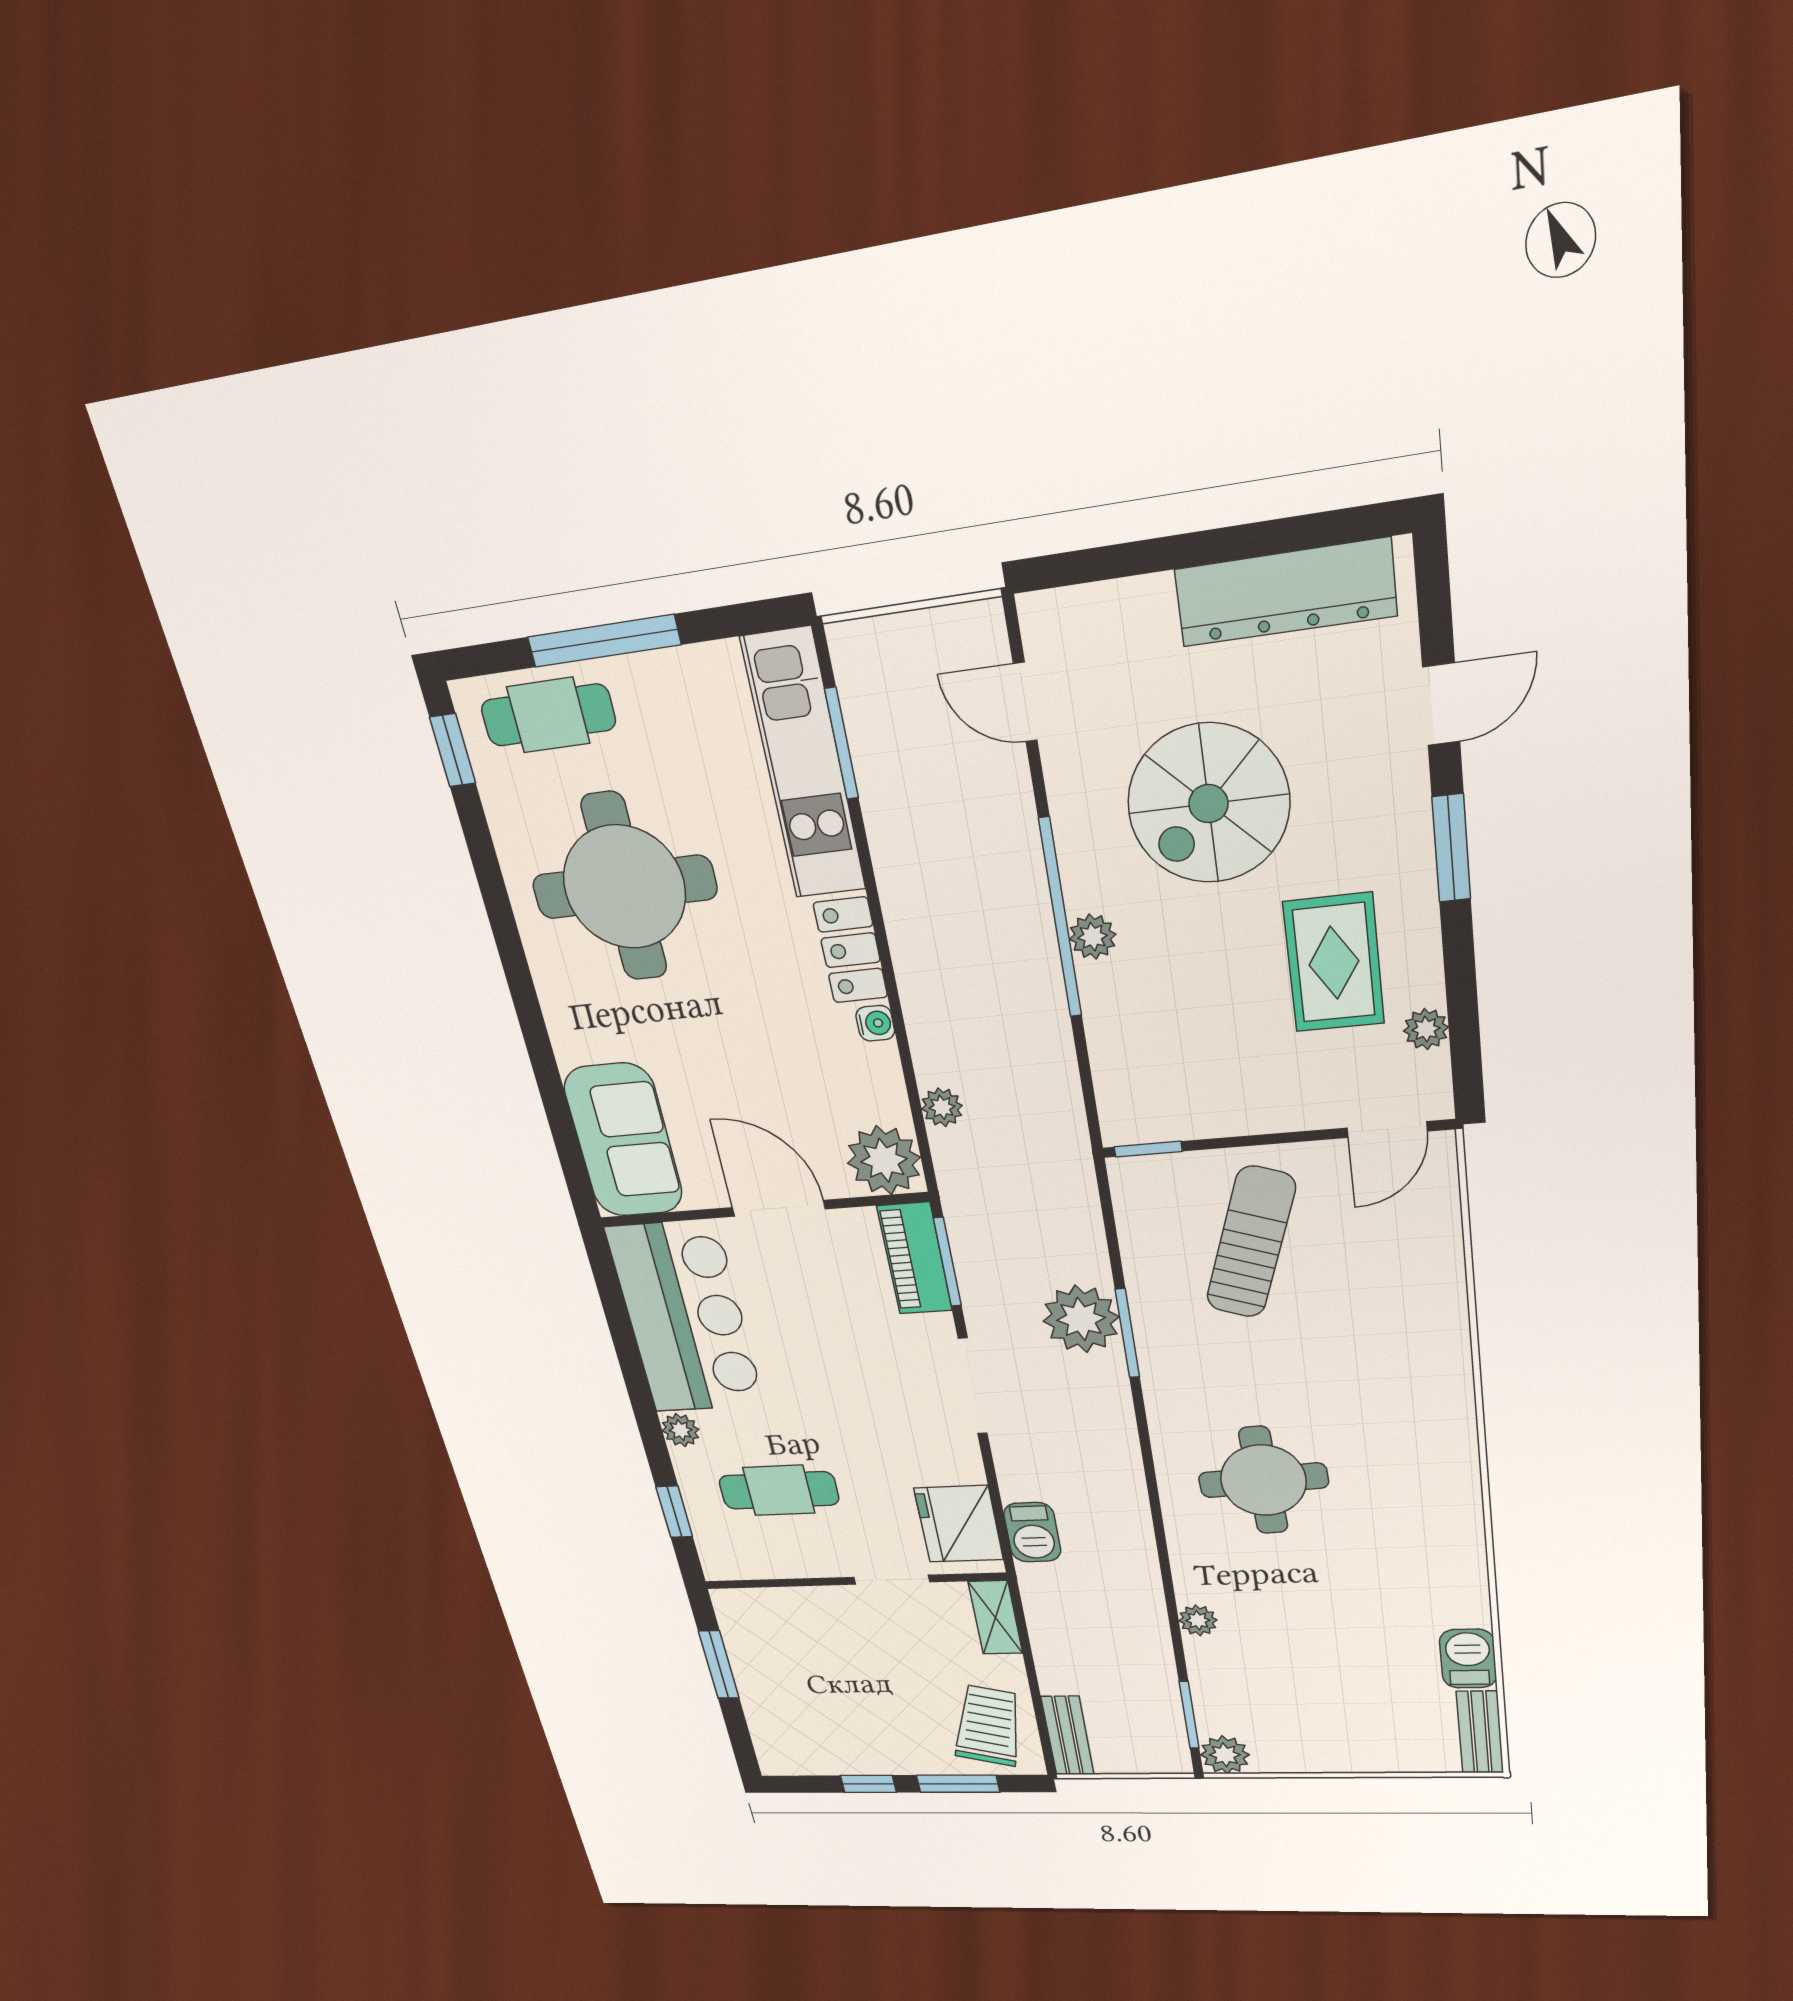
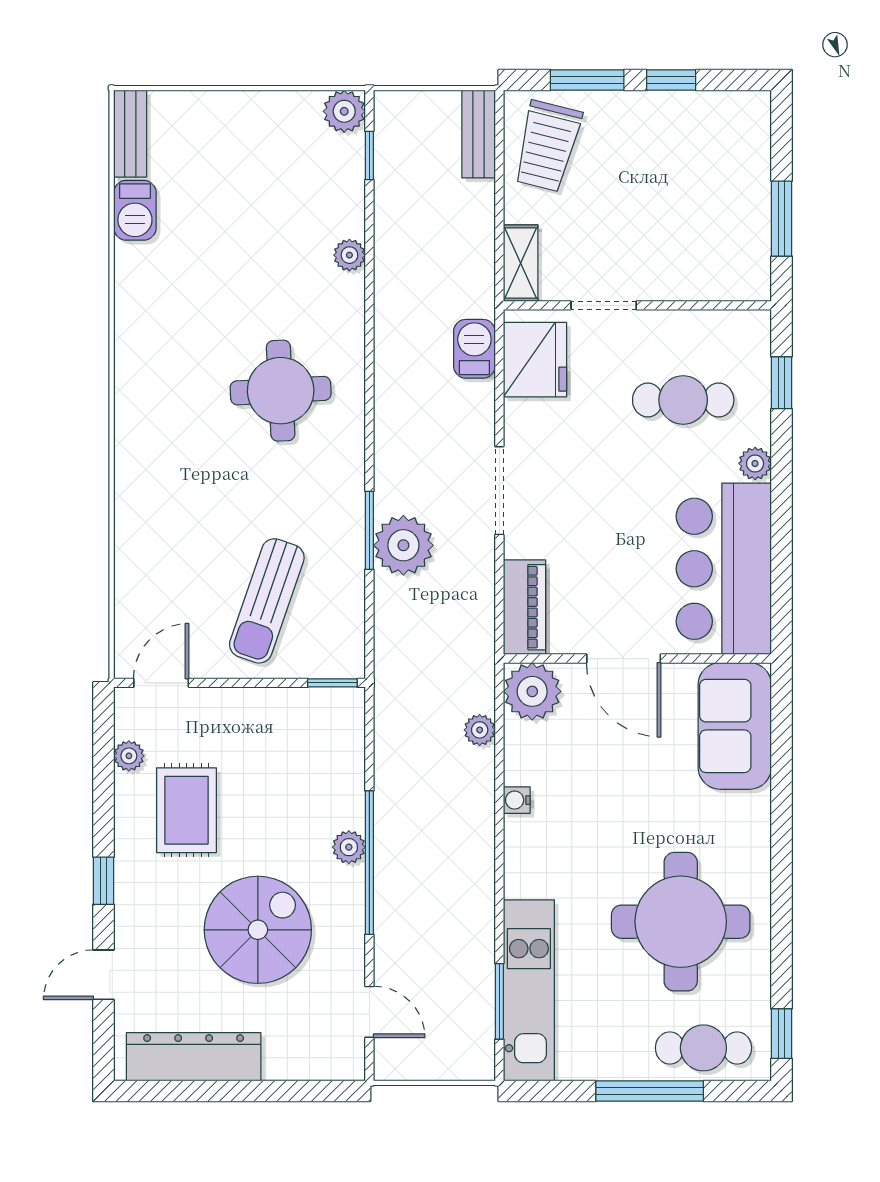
window: (1451, 848) -> (103, 881), width x0.67
locker: (851, 950) -> (524, 857), removed
window: (947, 1262) -> (499, 602), removed
window: (1189, 1715) -> (369, 155), width x0.67

